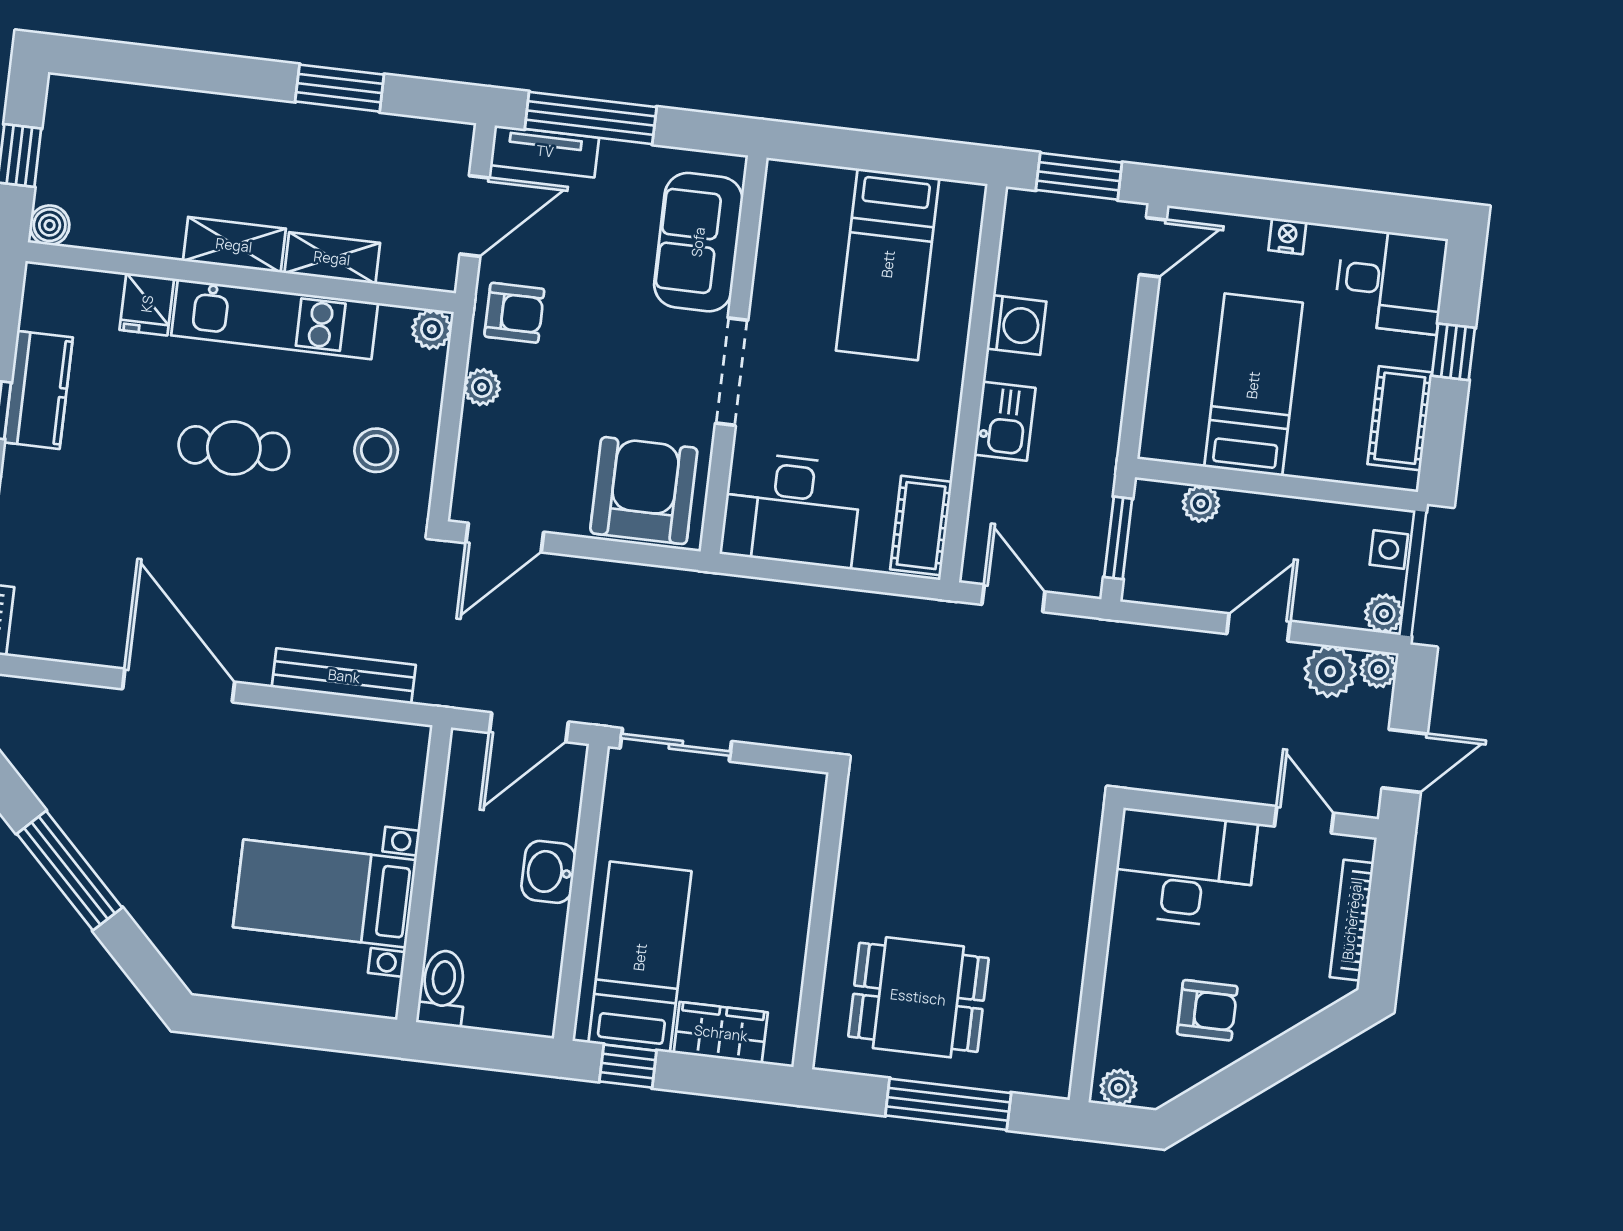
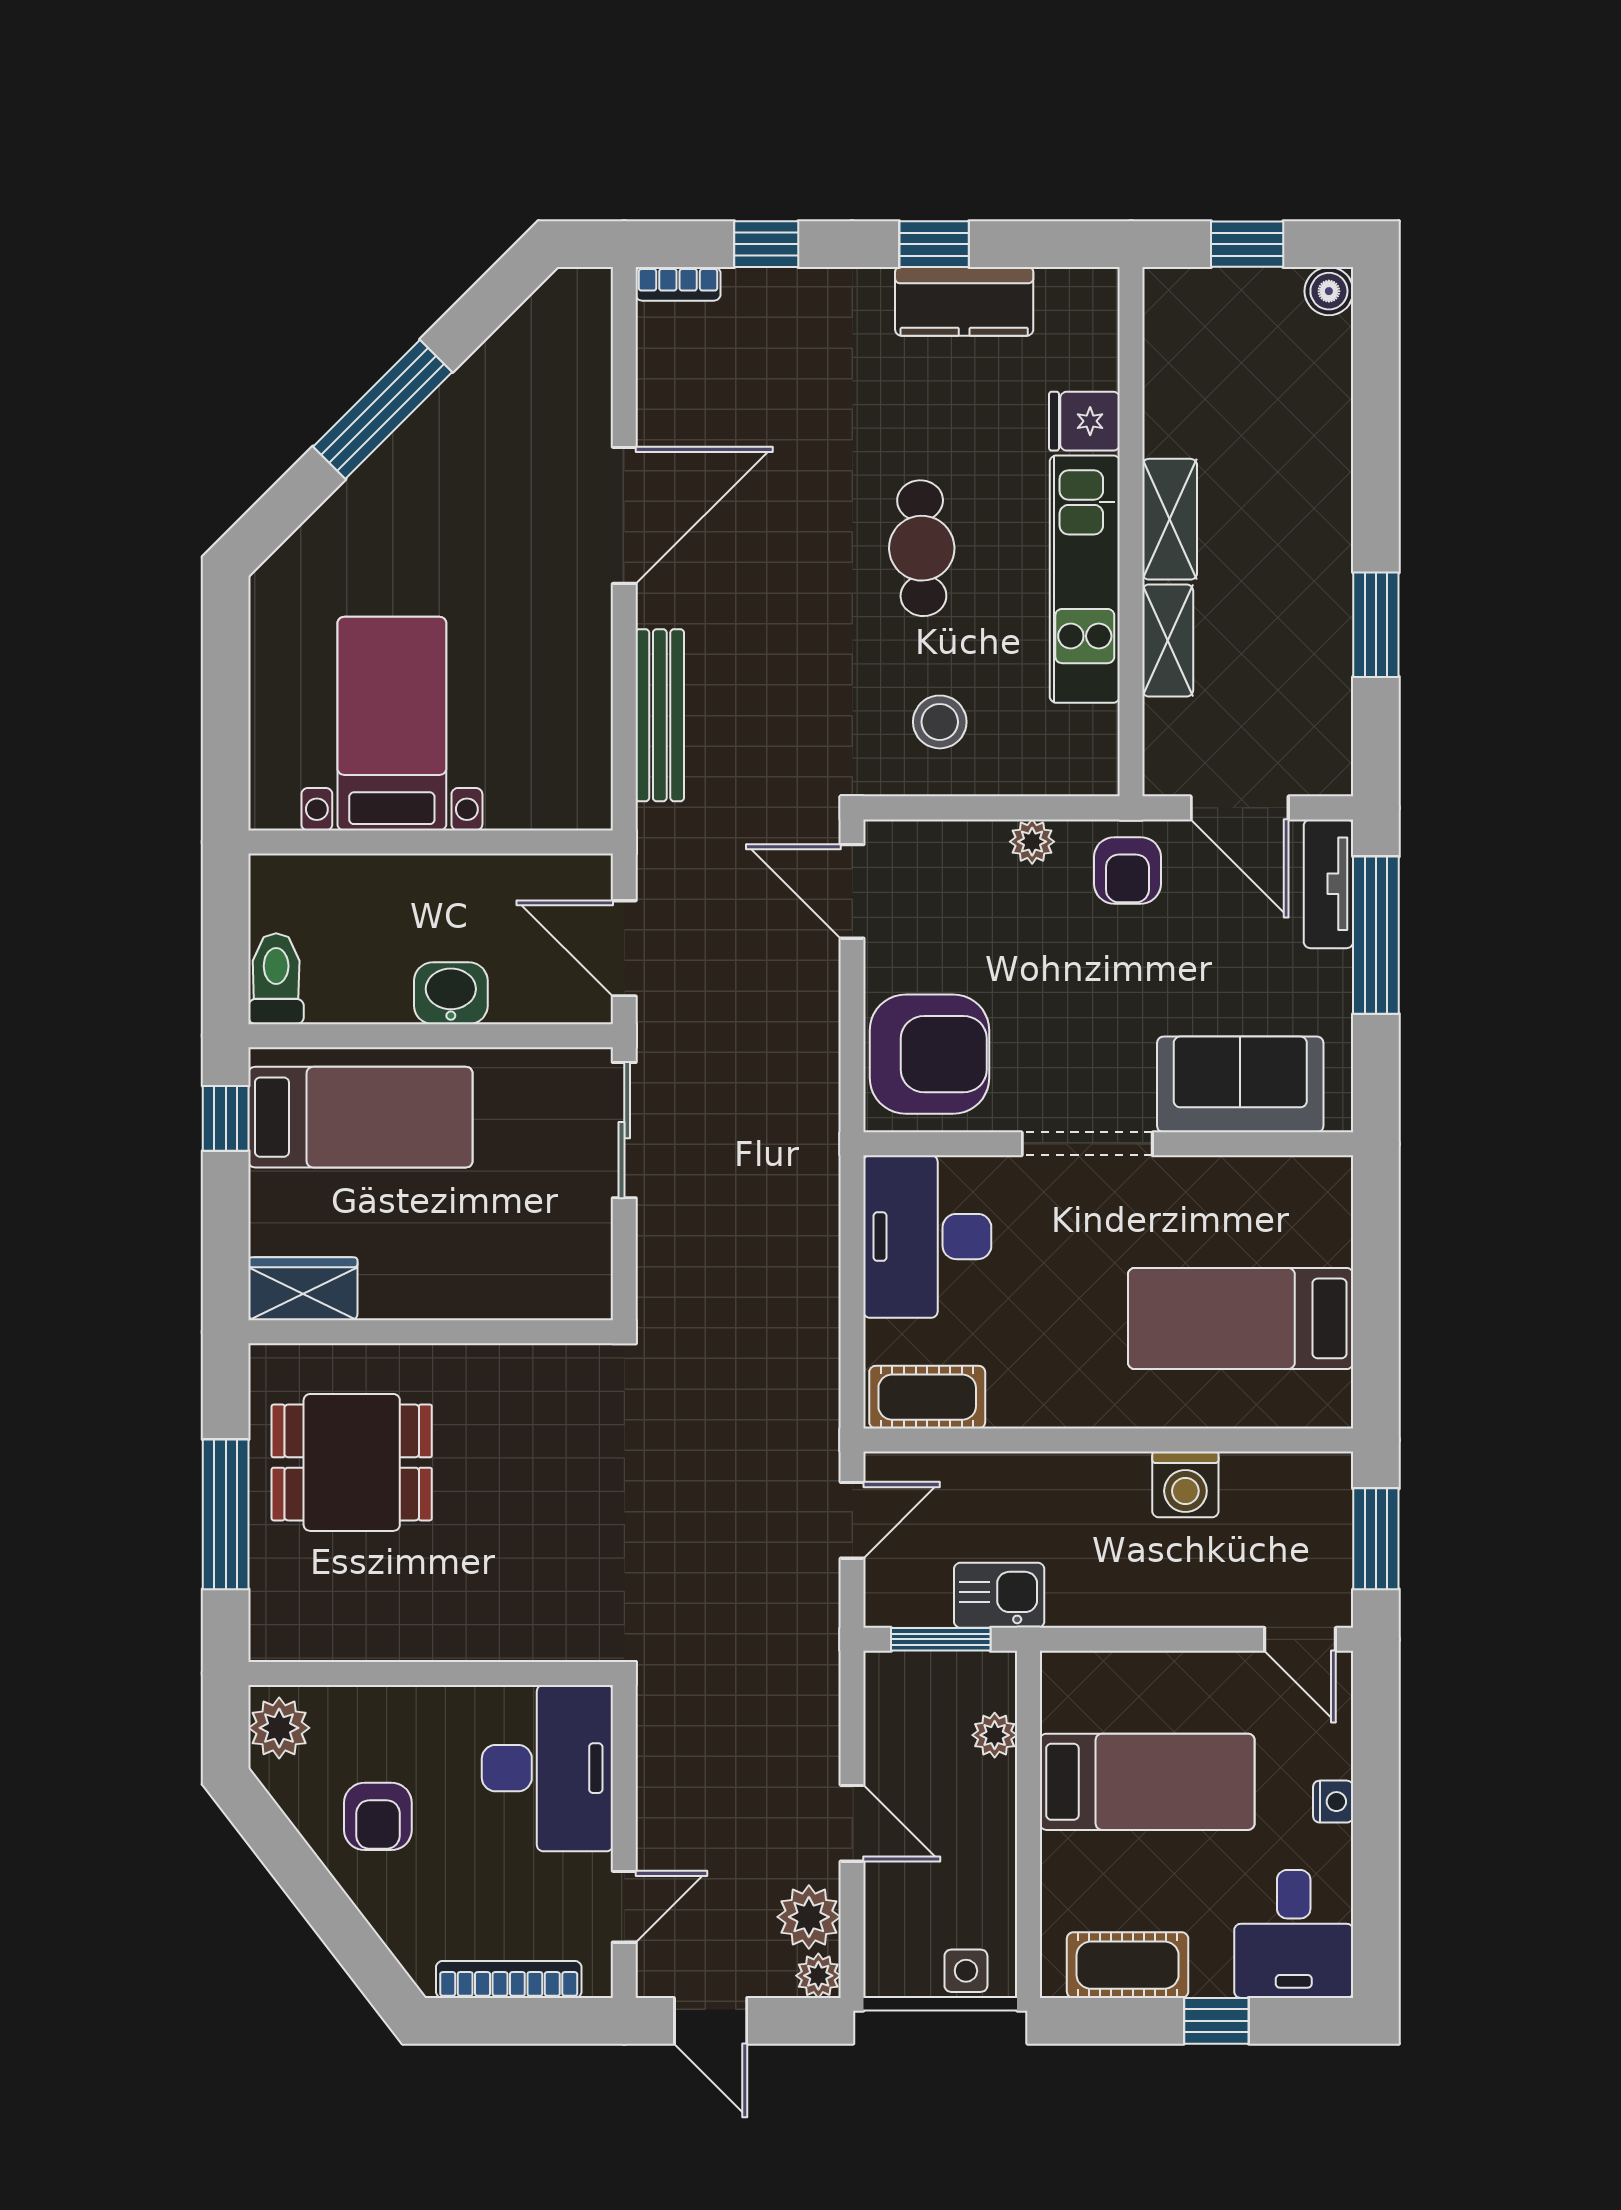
boiler: (50, 225) -> (1329, 291), moved
plant: (432, 329) -> (1095, 772), removed
kitchen sink: (1005, 421) -> (999, 1595), moved, turned 180
plant: (1384, 614) -> (887, 1974), removed
toilet: (443, 988) -> (276, 979), moved, turned -90
dining table: (918, 997) -> (352, 1462), turned 90
wardrobe: (721, 1033) -> (303, 1289), moved, turned -90
plant: (1119, 1088) -> (279, 1728), width x1.38, depth x1.38

